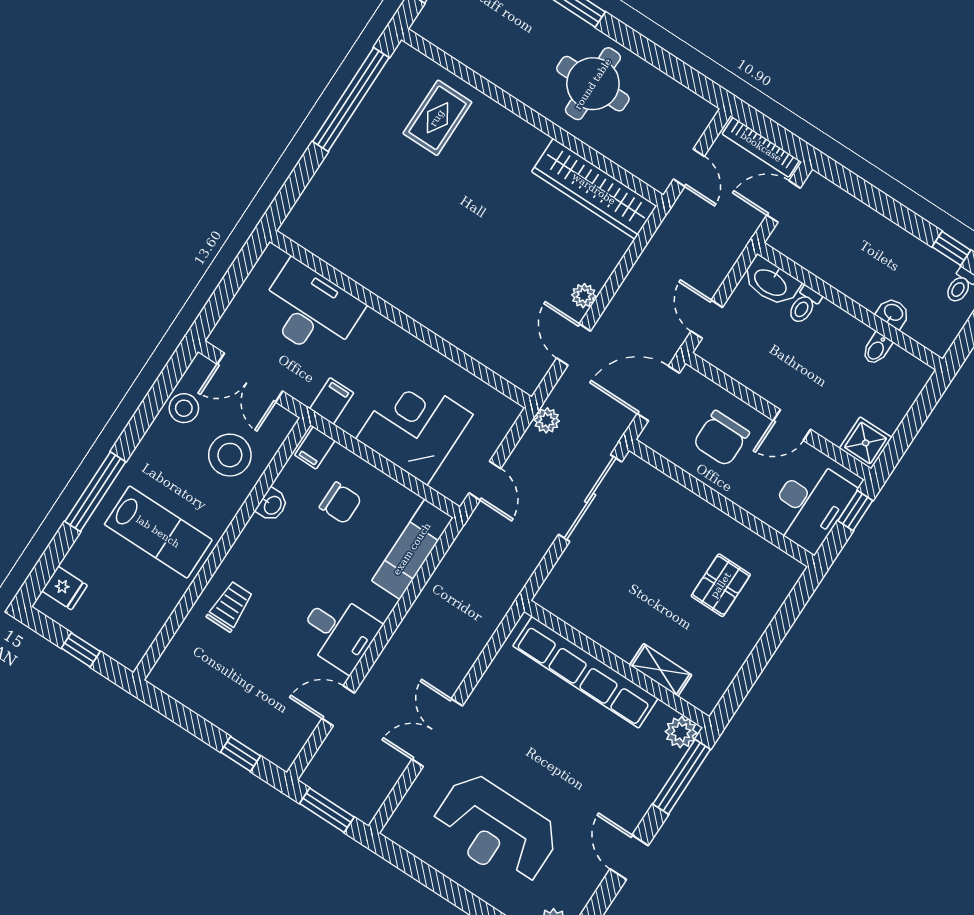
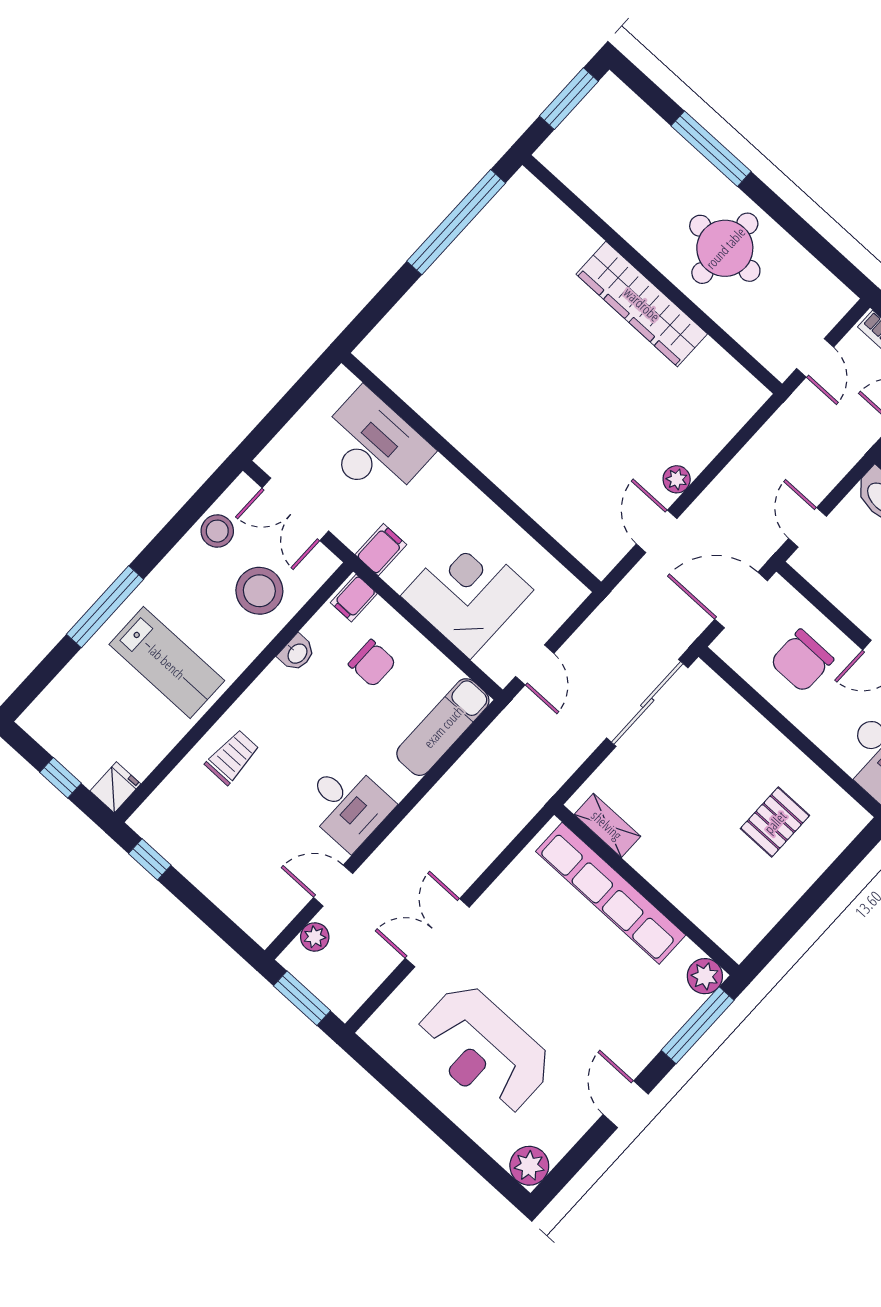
rug: (437, 118) -> (548, 258), removed
wardrobe: (594, 189) -> (642, 304), moved
plant: (547, 420) -> (315, 937), moved
fridge: (65, 588) -> (115, 787), moved, turned -90
shelving: (661, 670) -> (607, 825), moved
window: (241, 754) -> (150, 859), moved

